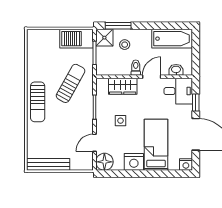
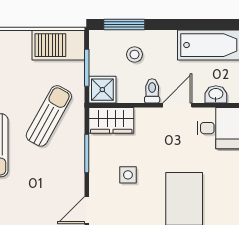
shower: (104, 38) -> (102, 90), moved
wardrobe: (123, 86) -> (111, 120), moved

